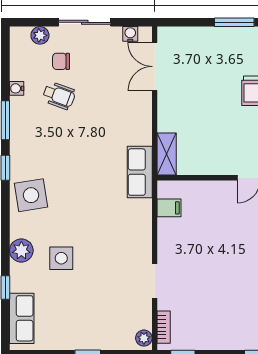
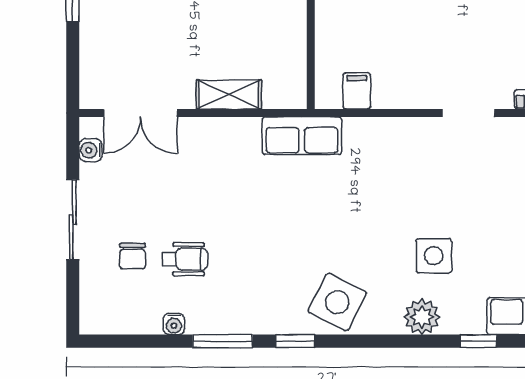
plant: (40, 35) -> (93, 288), removed
wheelchair: (59, 96) -> (185, 259), turned 70
shelving: (167, 154) -> (229, 94), moved
side table: (31, 195) -> (337, 302), turned 36

